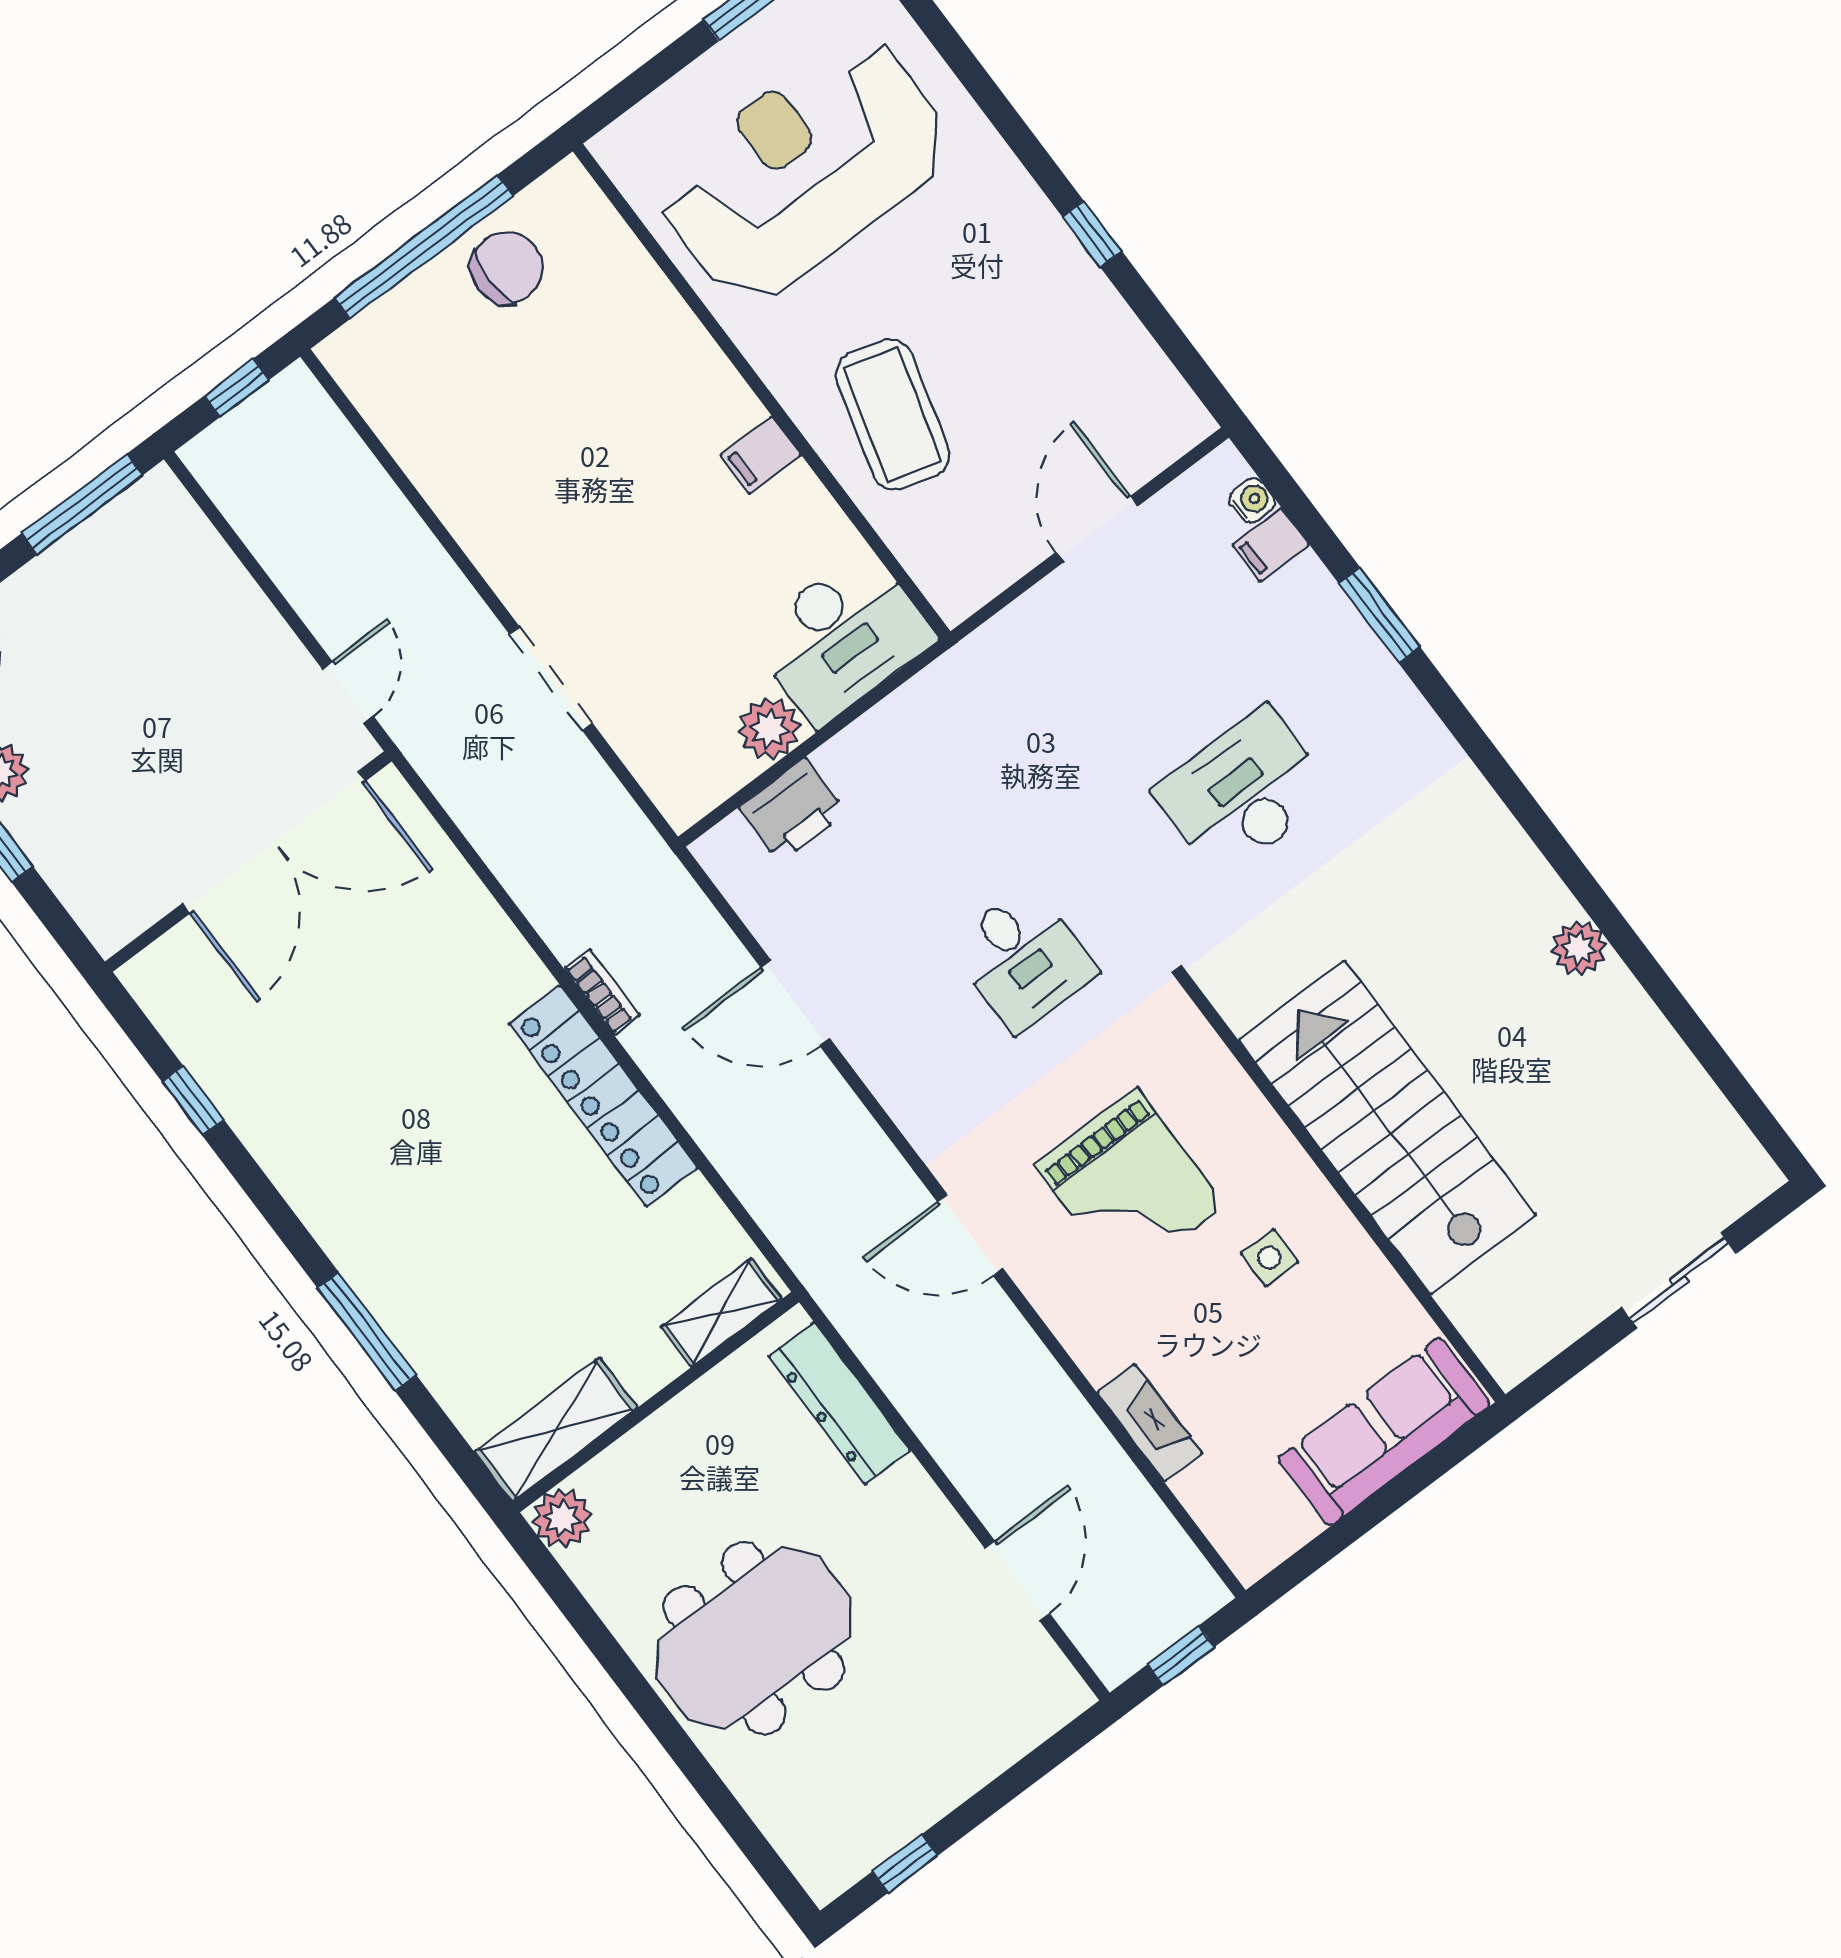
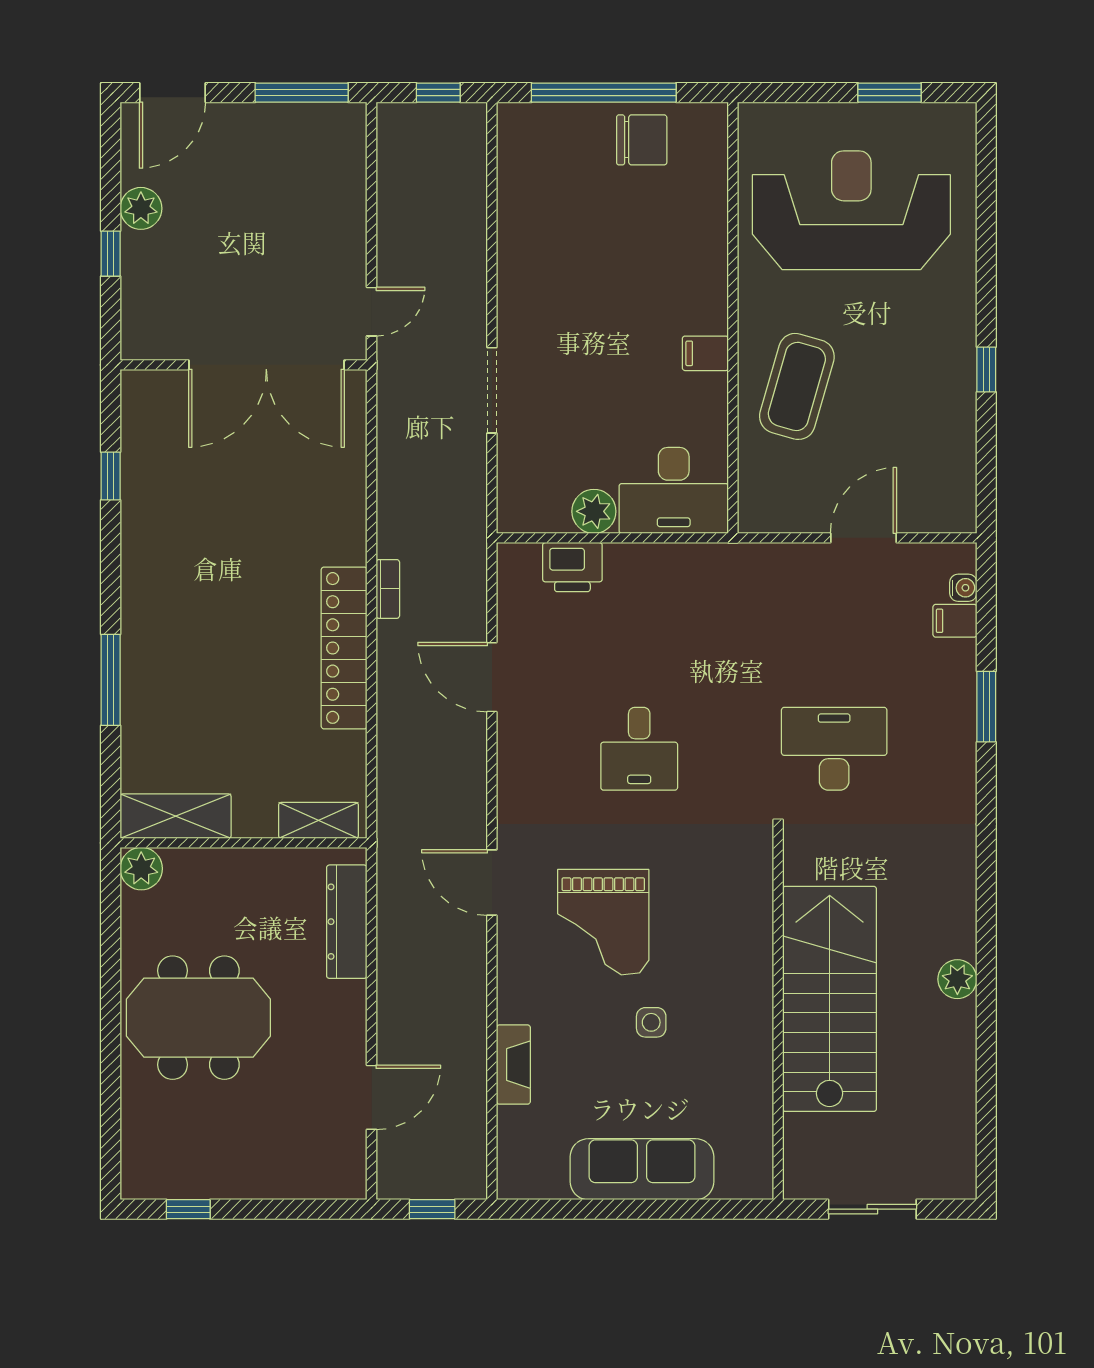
stairs: (1387, 1127) -> (830, 999), moved
wall: (1342, 1188) -> (778, 1014), moved

